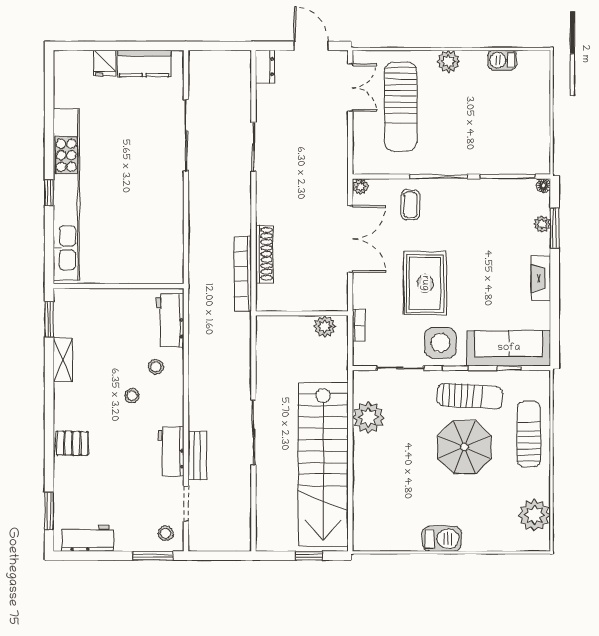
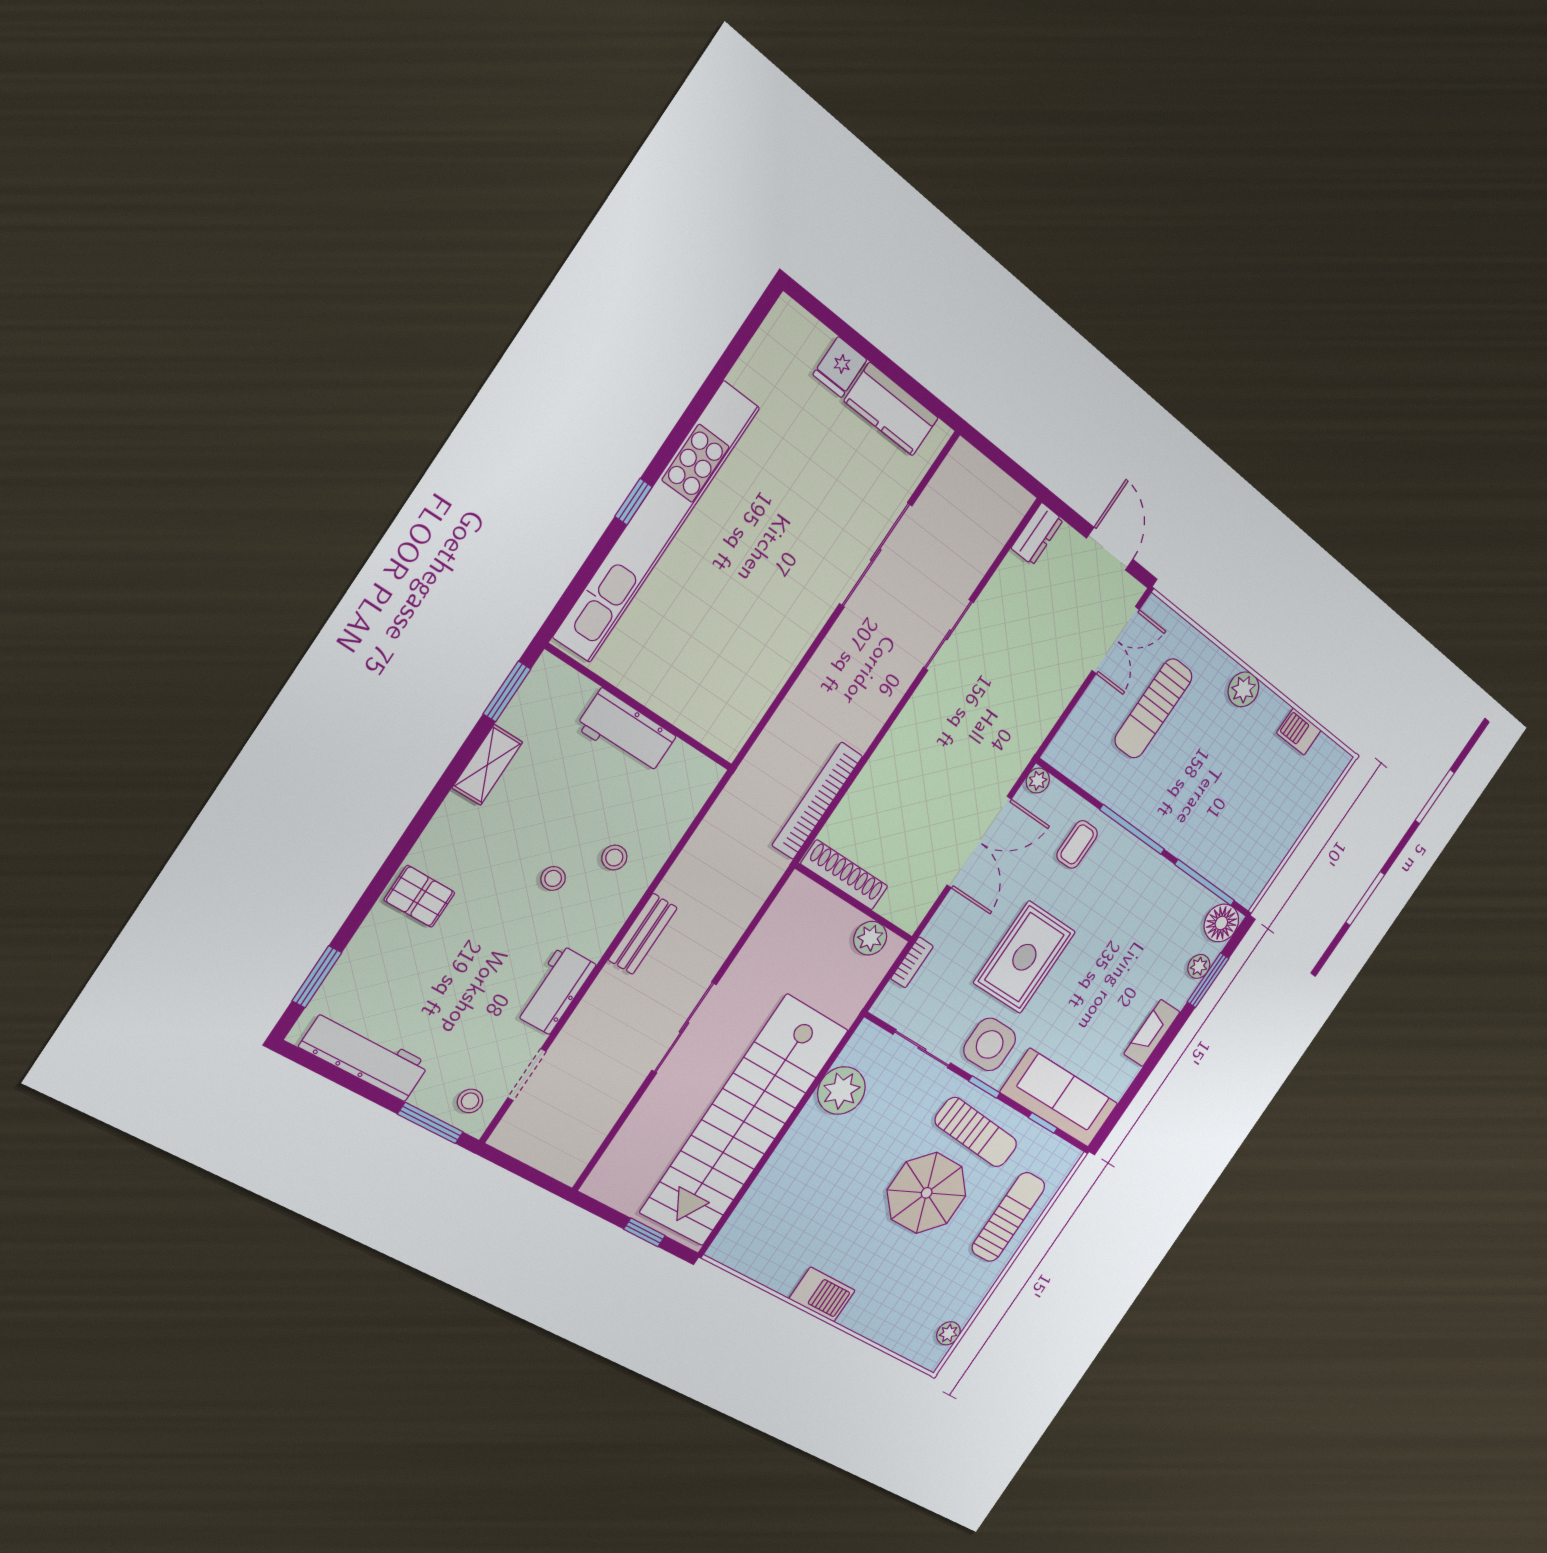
sun lounger: (401, 107) -> (1153, 708), width x0.73, depth x0.75
floor lamp: (544, 185) -> (1221, 923), width x1.89, depth x1.89
shoe rack: (265, 254) -> (844, 875), moved, turned -90
workbench: (170, 320) -> (626, 732), moved, turned -90
bench: (197, 456) -> (643, 934), moved
plant: (534, 515) -> (948, 1333), width x0.53, depth x0.53
workbench: (88, 538) -> (365, 1056), width x1.38

